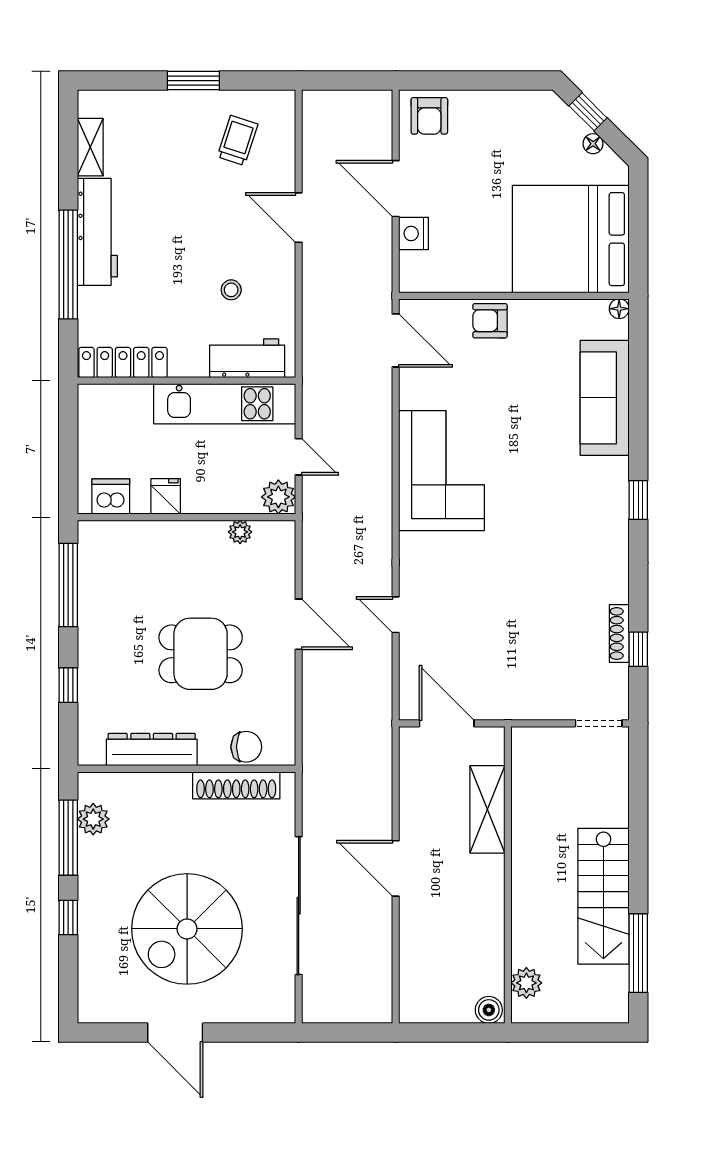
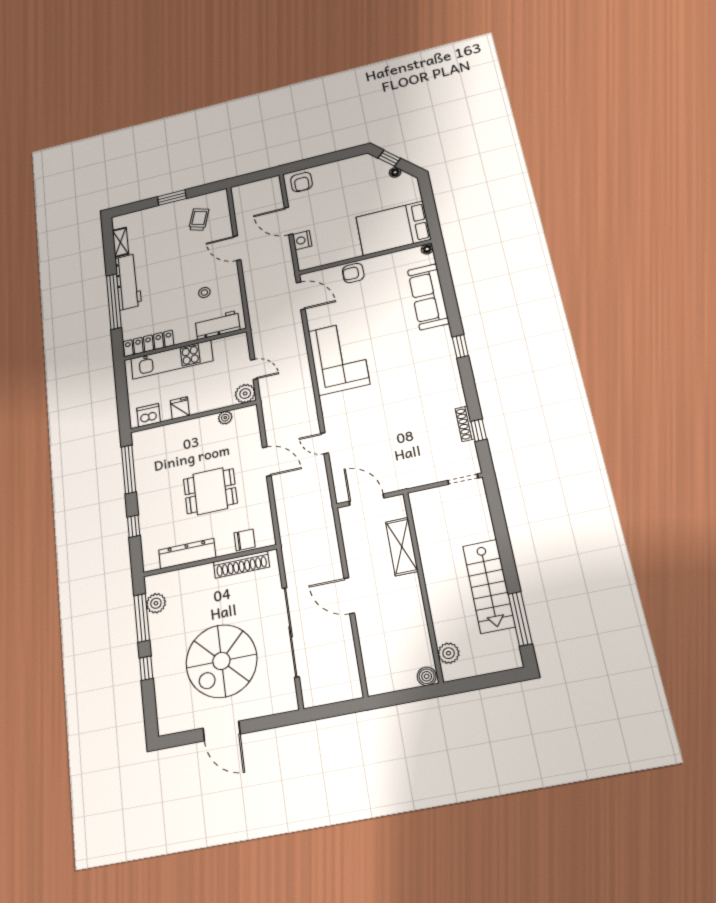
bed: (571, 239) -> (393, 228), width x0.73
kitchen unit: (225, 404) -> (172, 360), moved

